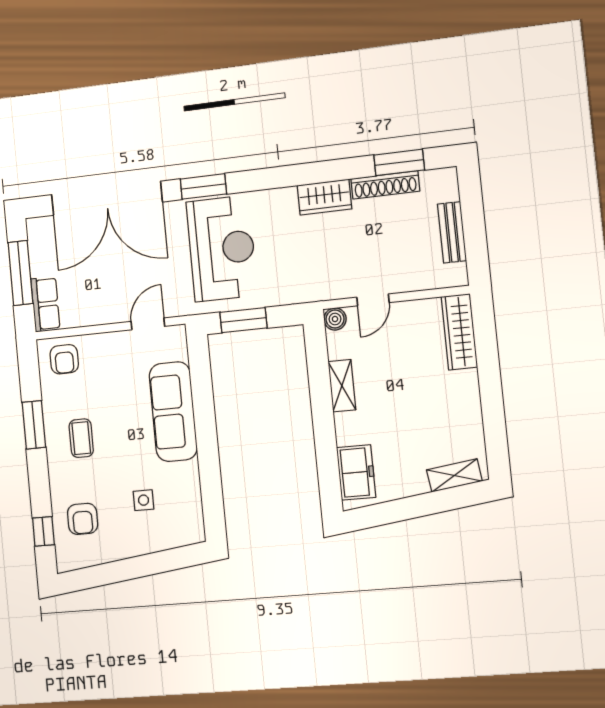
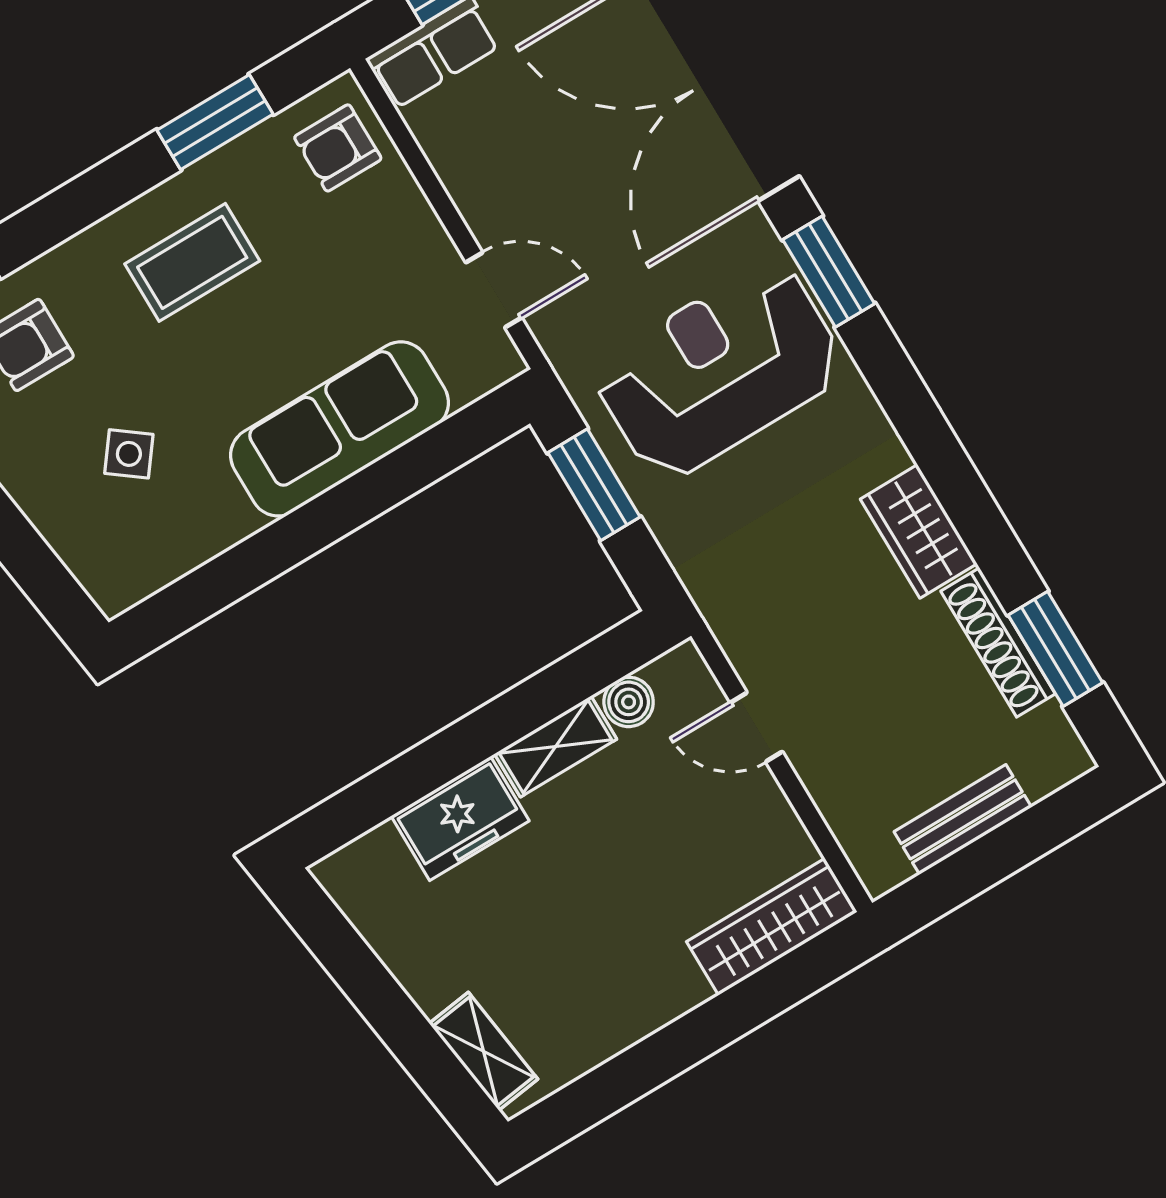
reception desk: (222, 248) -> (719, 371), turned 180
boiler: (335, 319) -> (629, 702), moved
window: (34, 425) -> (215, 122), moved
coffee table: (81, 438) -> (192, 262), width x1.36, depth x1.30
freezer: (356, 472) -> (460, 818), moved
side table: (144, 500) -> (129, 454), turned 37

